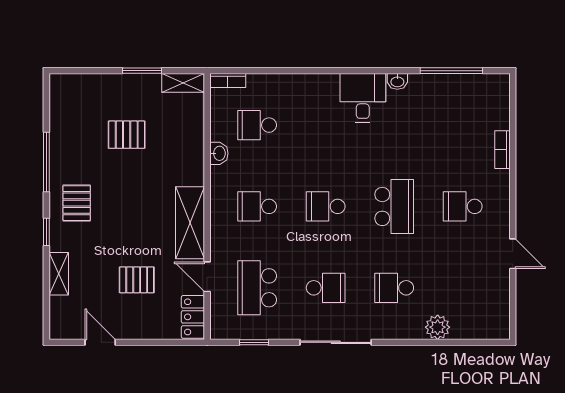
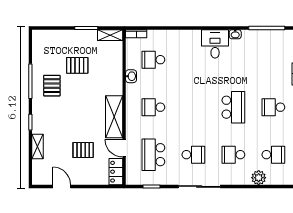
pallet: (77, 203) -> (52, 86), moved
school desk: (326, 206) -> (273, 155), moved, turned 180

